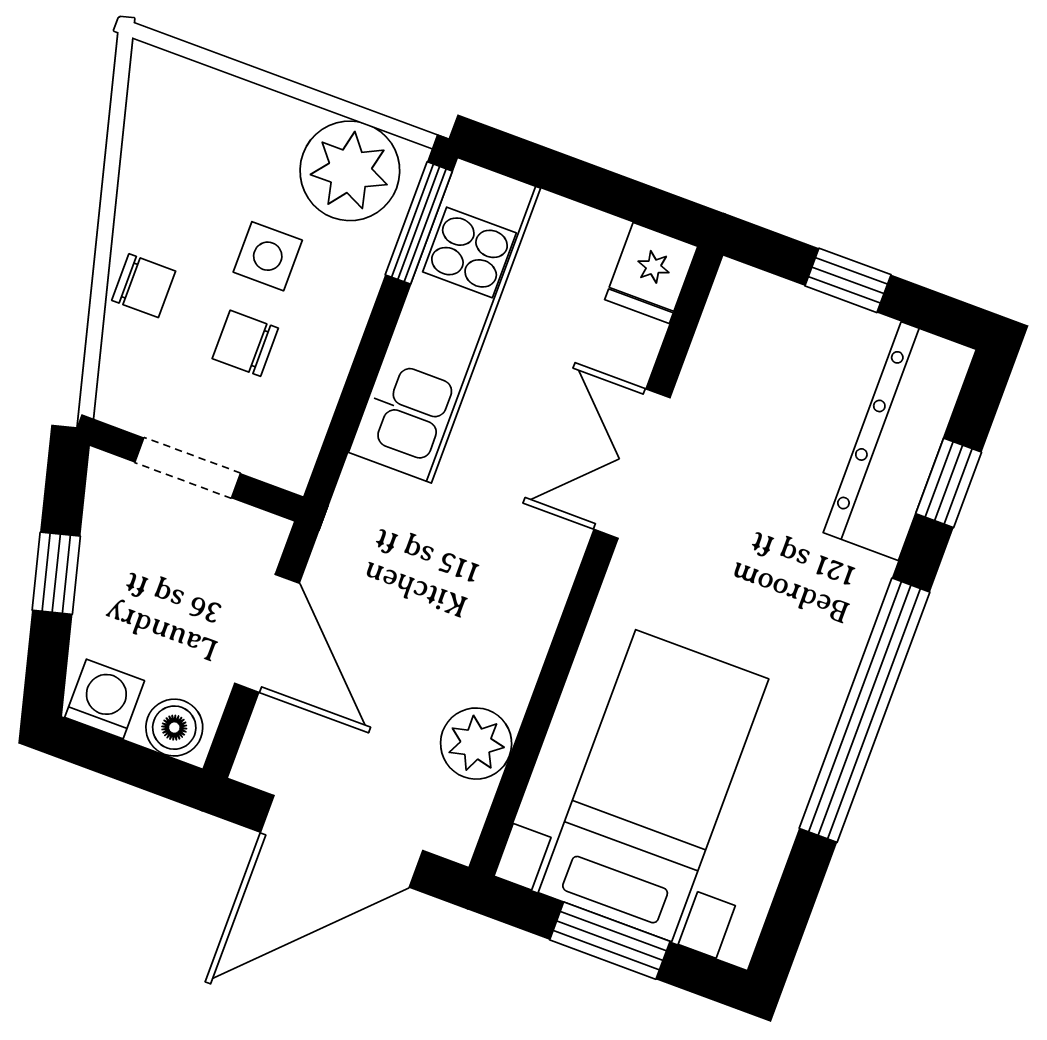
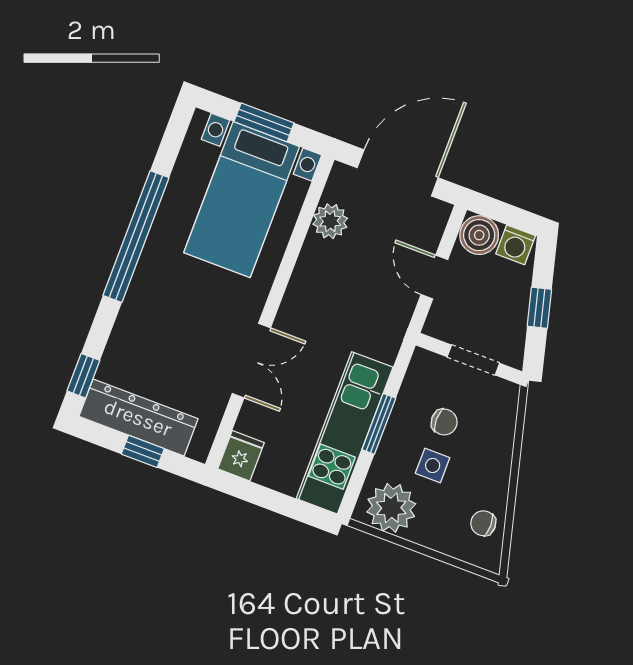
window: (419, 223) -> (379, 424), moved
chair: (144, 286) -> (483, 523), moved
dresser: (900, 441) -> (138, 418), moved, turned -90
window: (949, 483) -> (83, 376), moved
door: (267, 633) -> (434, 277), width x0.73
boiler: (174, 728) -> (479, 235), width x1.36, depth x1.36

